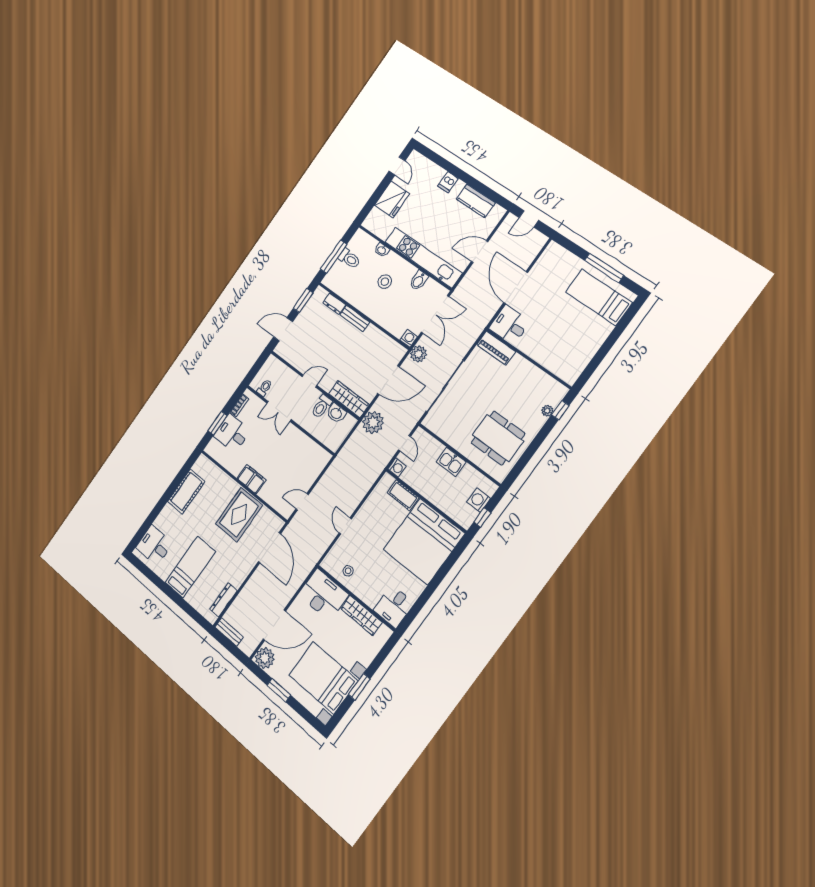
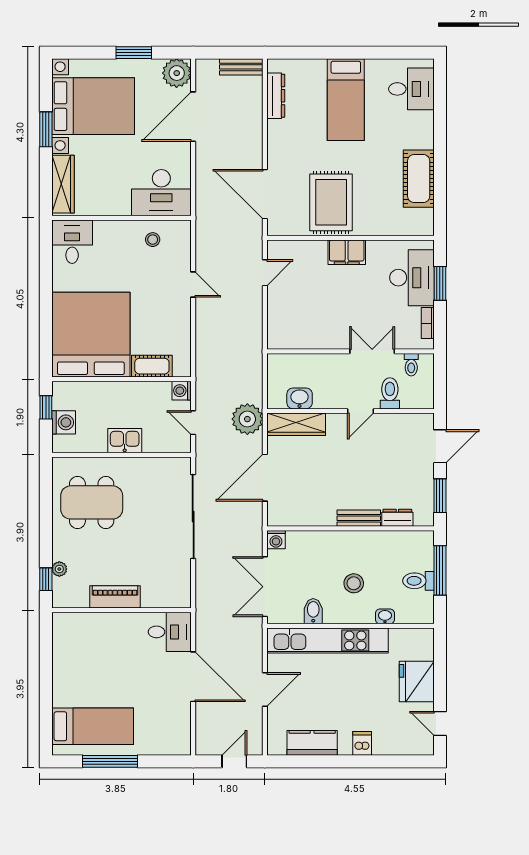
piano: (496, 348) -> (115, 597), moved
plant: (418, 354) -> (251, 530), removed
toilet: (322, 406) -> (390, 393), moved
desk: (232, 433) -> (412, 278), width x1.37
wardrobe: (361, 615) -> (63, 184), moved, turned 90

